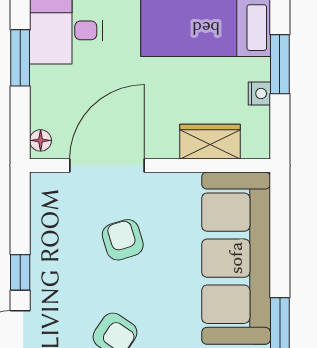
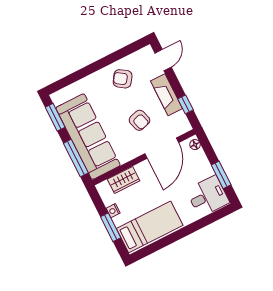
window: (280, 229) -> (76, 158), added
fireplace: (47, 262) -> (167, 95), added
window: (20, 272) -> (186, 104), moved

